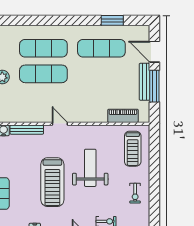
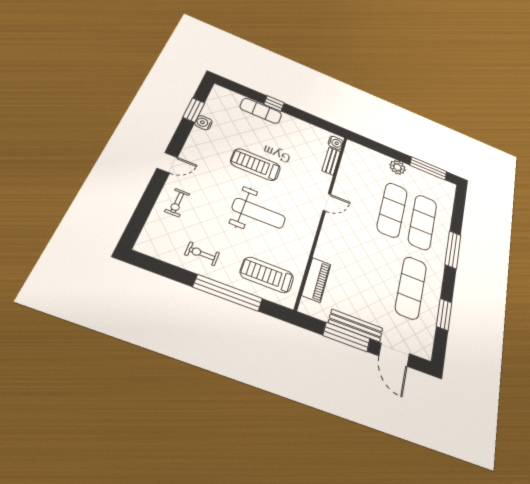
window: (57, 20) -> (453, 250), added
door: (154, 52) -> (394, 355), swing flipped
bench: (27, 130) -> (331, 161), width x0.73
window: (154, 169) -> (228, 293), added
treadmill: (52, 182) -> (256, 165), width x0.73, depth x0.73

